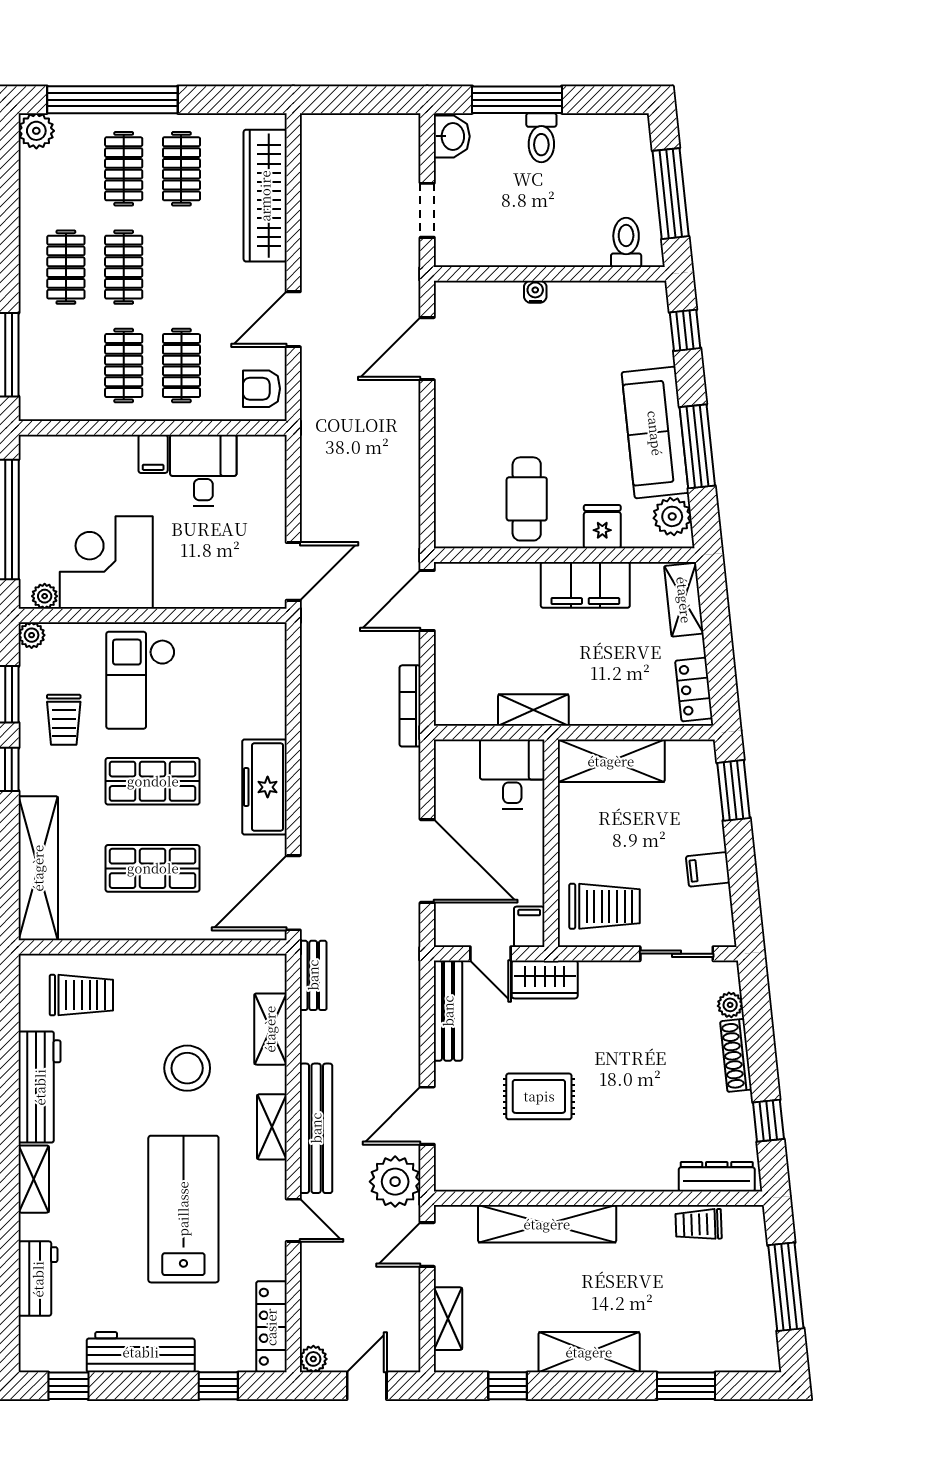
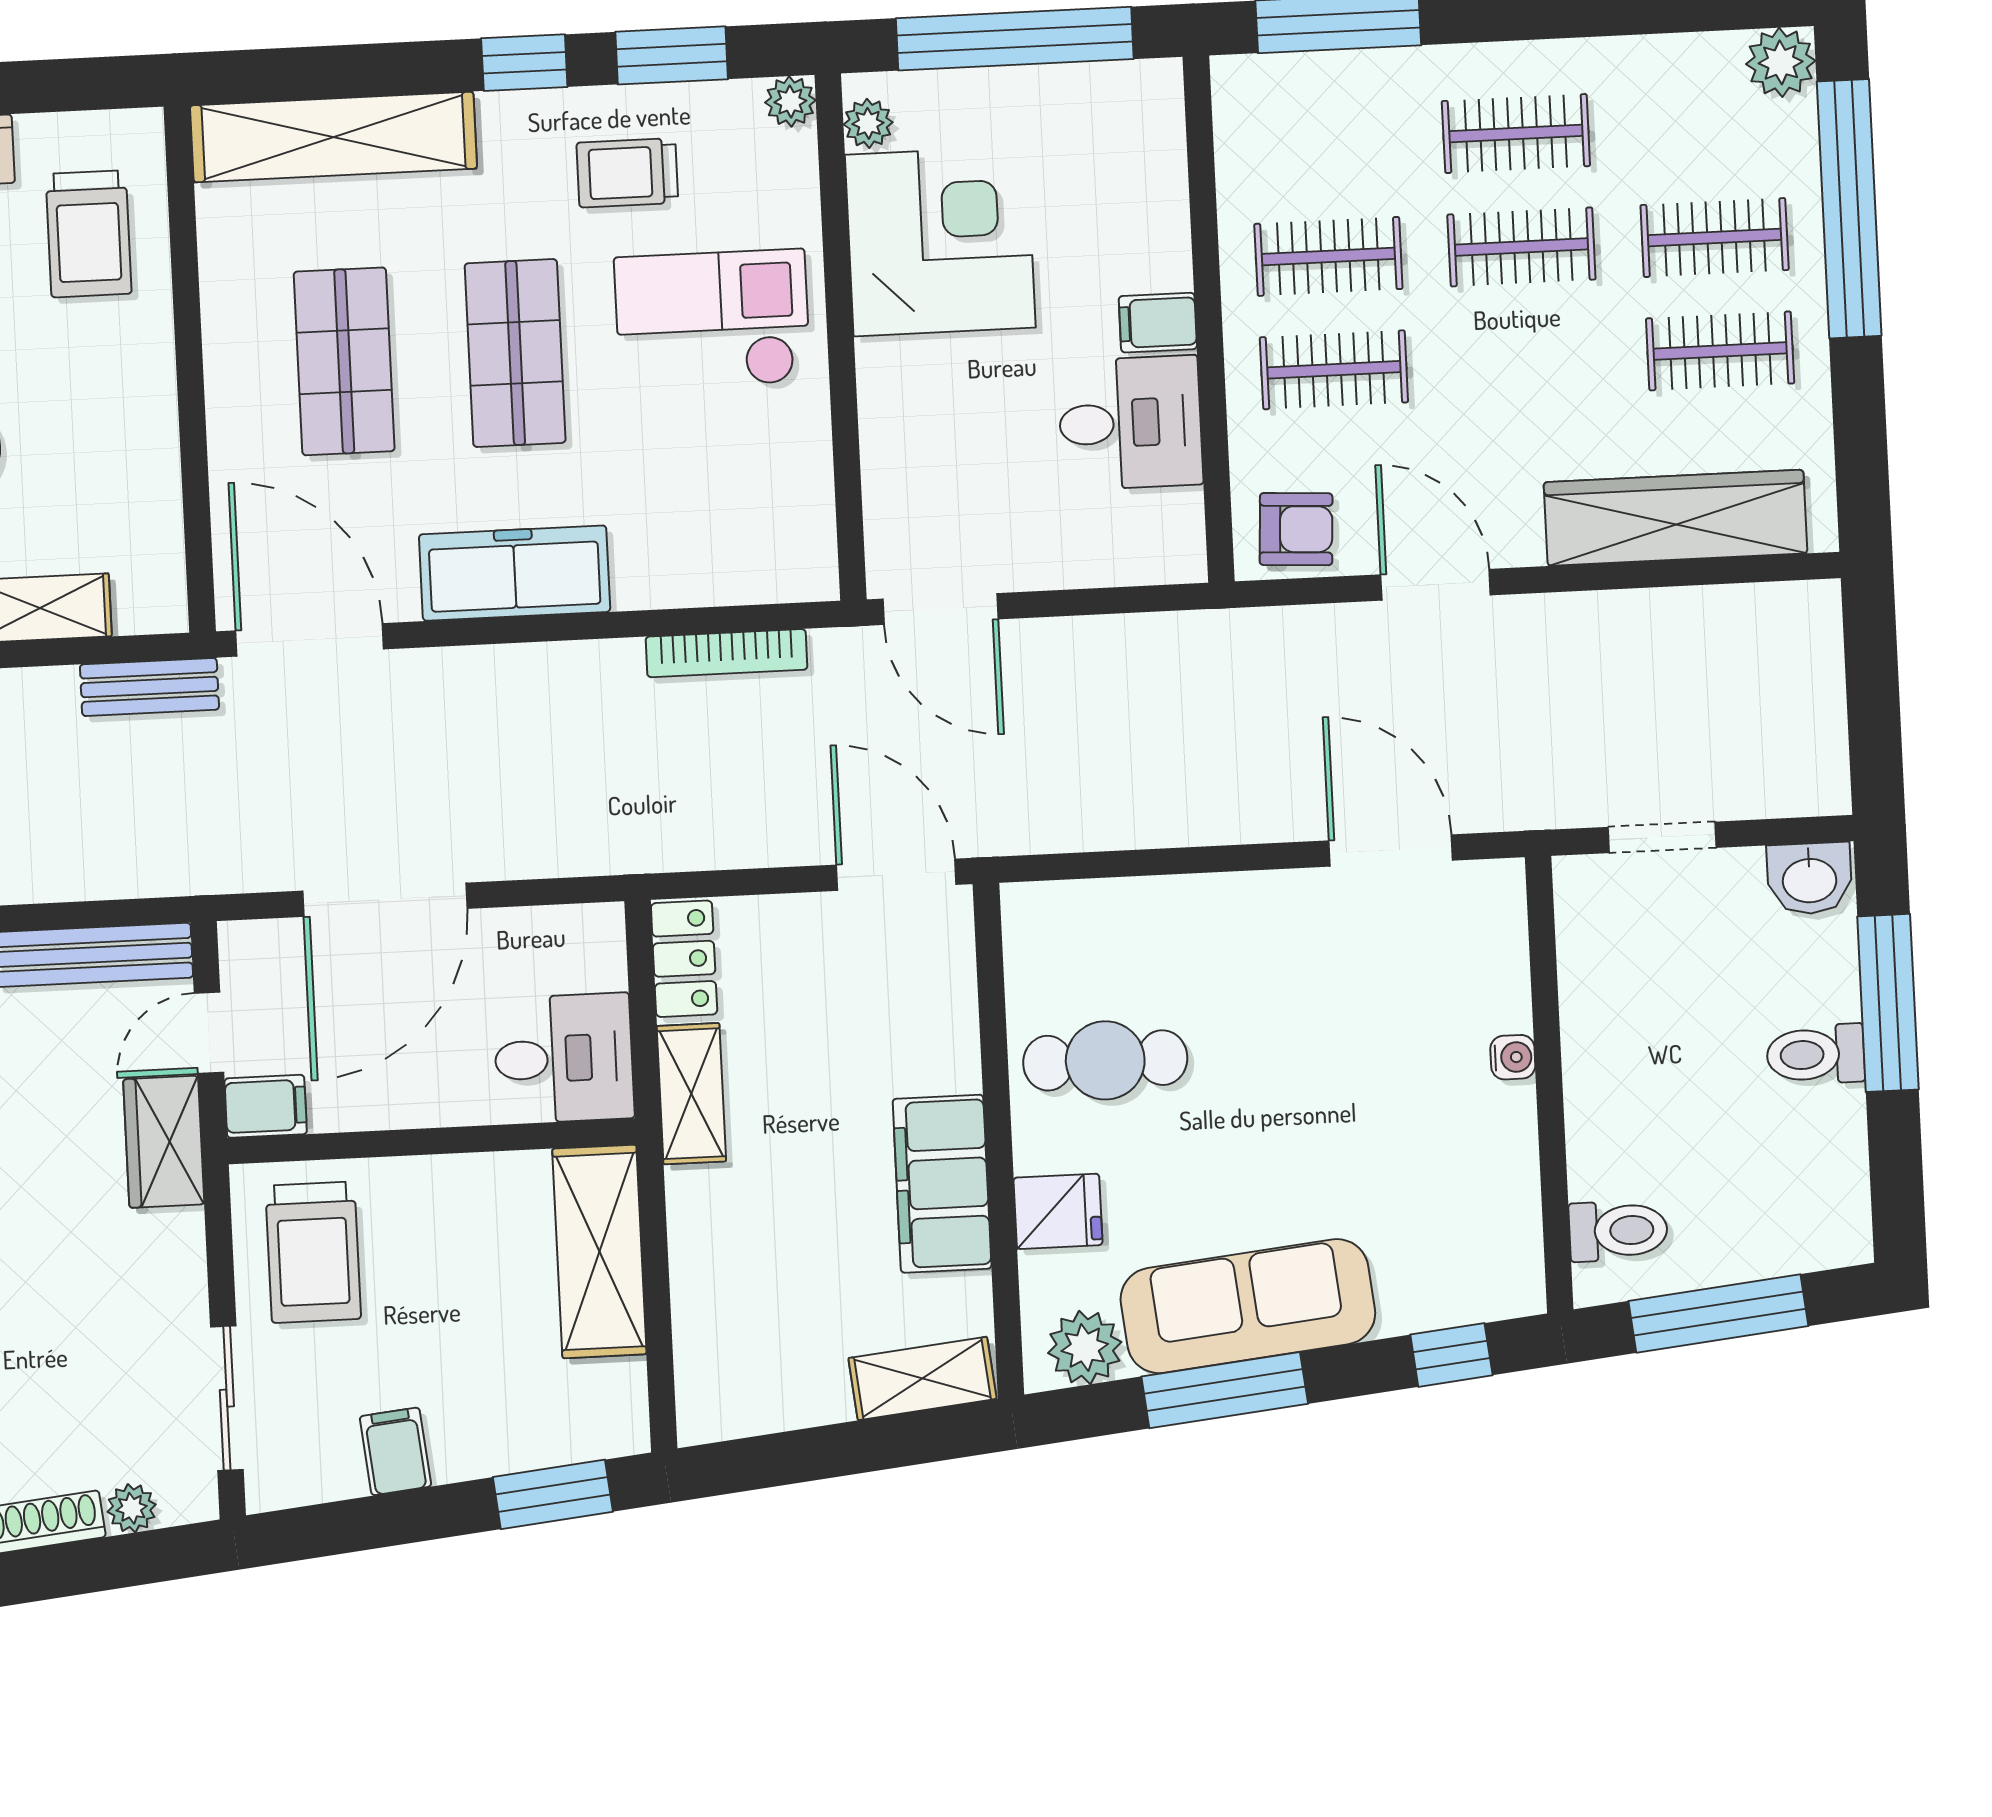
armchair: (261, 389) -> (1296, 529), turned 93
locker: (694, 689) -> (684, 959), moved, turned 96
bookcase: (410, 706) -> (726, 653), moved, turned 180

